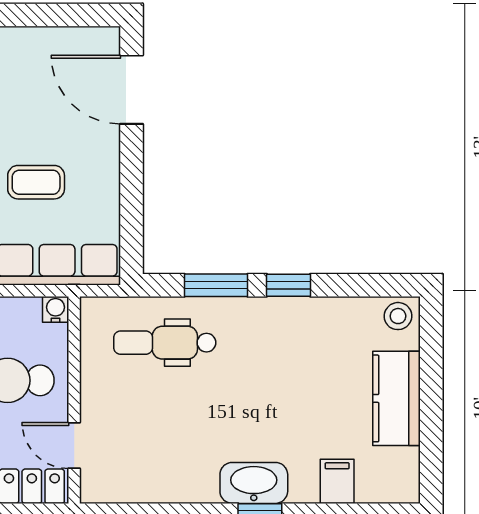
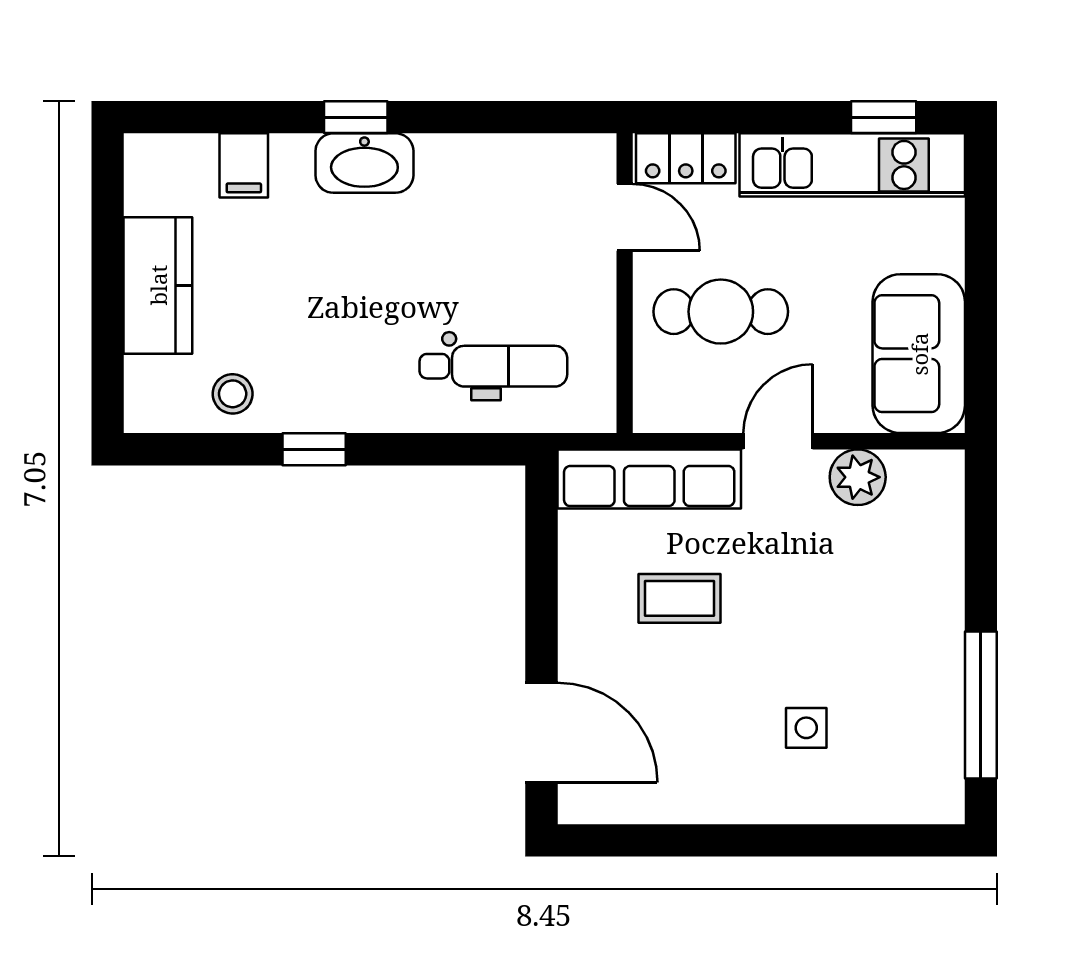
window: (216, 285) -> (419, 449), removed
water cooler: (56, 309) -> (651, 414), removed
stool: (398, 316) -> (233, 394), moved

